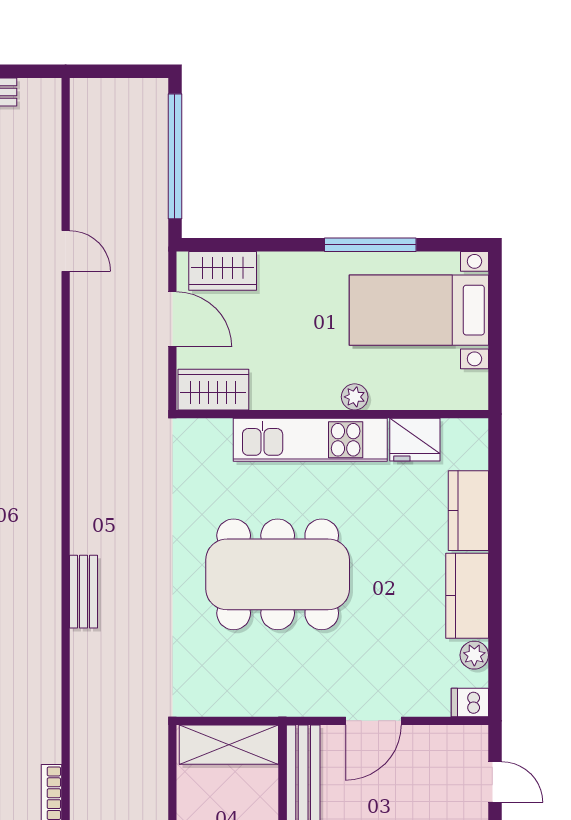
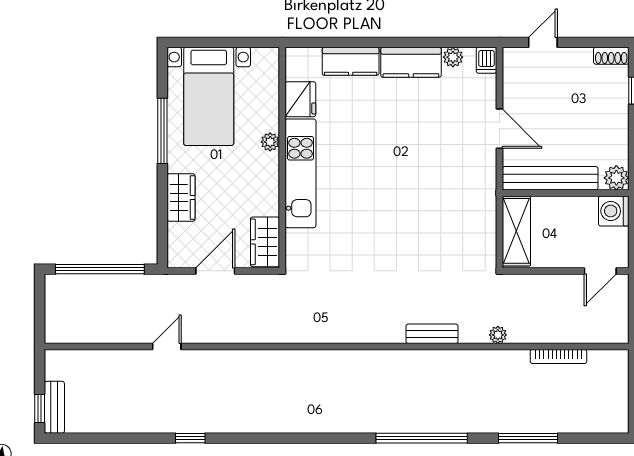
wardrobe: (223, 271) -> (181, 197), moved
dining table: (278, 574) -> (396, 196), removed
bench: (84, 592) -> (432, 334), moved
plant: (82, 719) -> (498, 335), added

